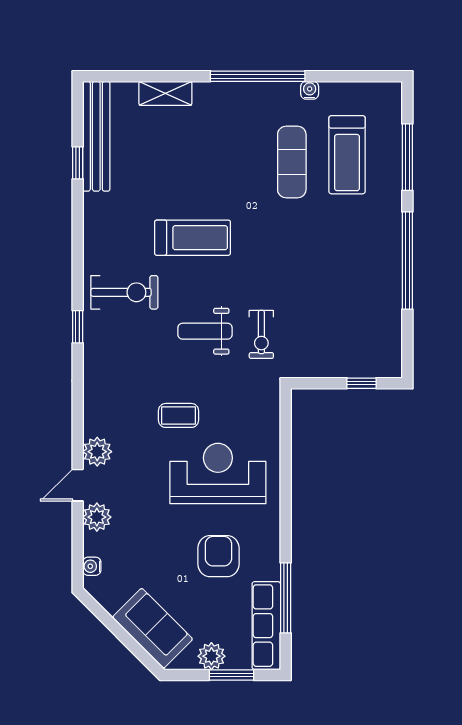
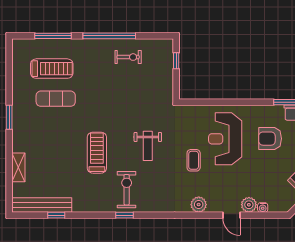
window: (258, 76) -> (9, 117), width x0.47
water cooler: (310, 90) -> (17, 89), removed
window: (78, 327) -> (125, 215), moved
exercise bike: (261, 334) -> (128, 57), moved
plant: (97, 452) -> (199, 205), moved
water cooler: (92, 566) -> (263, 207), moved

